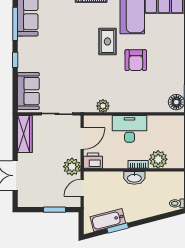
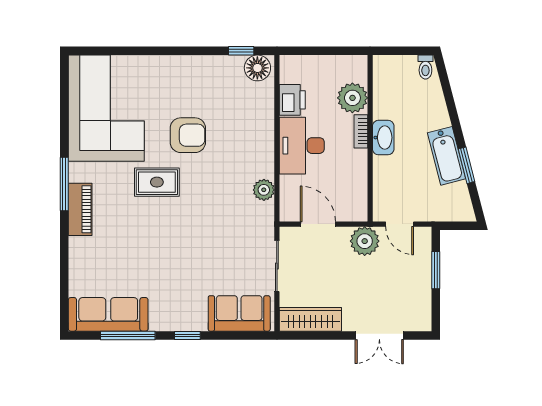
printer: (93, 161) -> (292, 100), moved, turned 180
bathtub: (108, 220) -> (446, 156), moved

